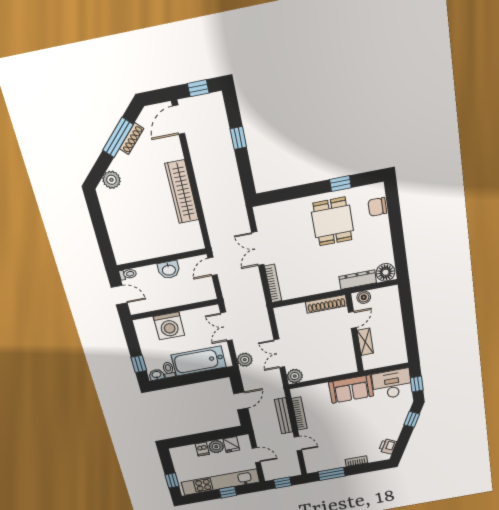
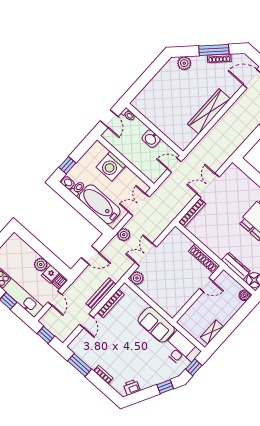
boiler: (364, 297) -> (245, 295), moved
shelving: (365, 342) -> (212, 332), moved
dishwasher: (202, 449) -> (60, 282), moved

